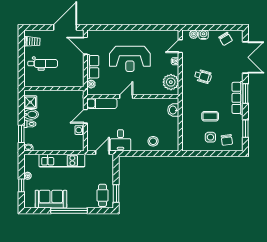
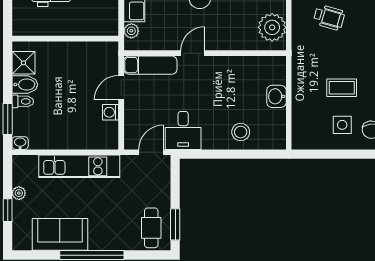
washbasin: (173, 110) -> (276, 96), moved

